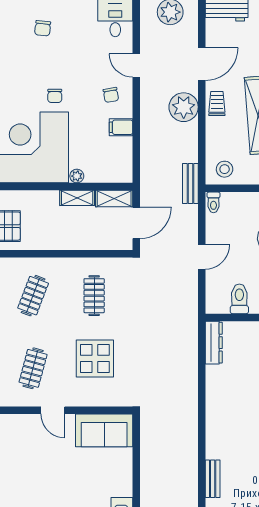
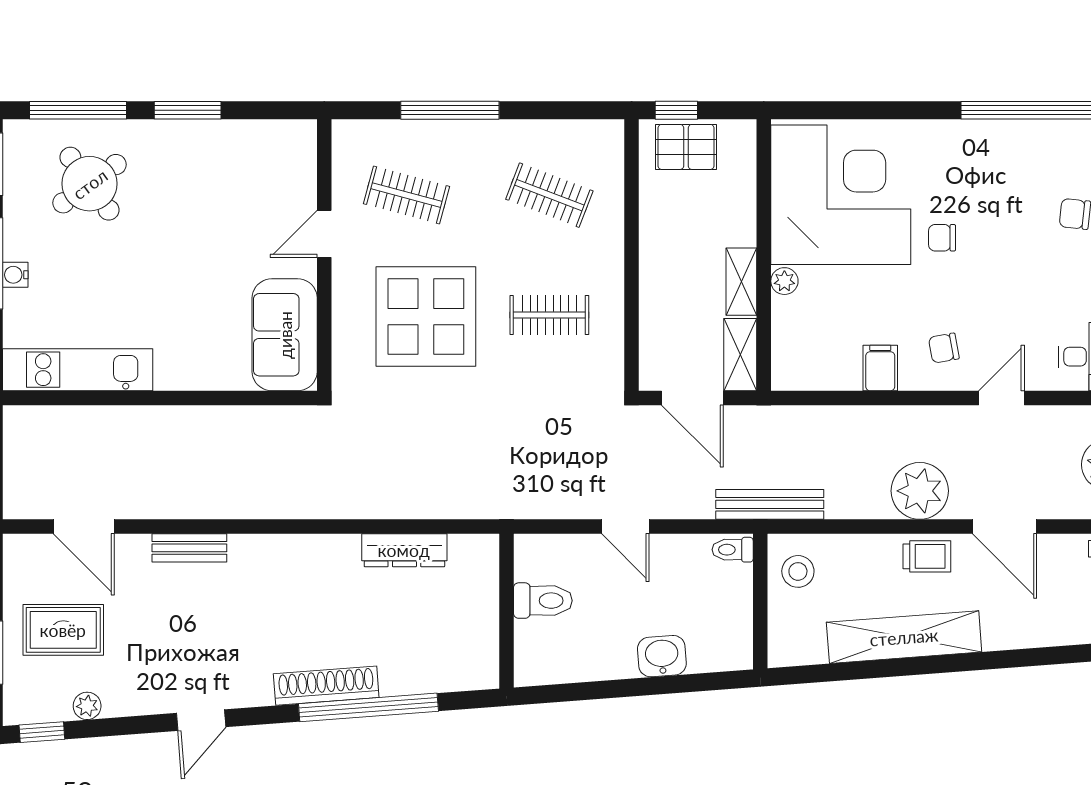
bench: (190, 183) -> (770, 504), width x1.36
dresser: (214, 343) -> (404, 550), moved
display table: (95, 358) -> (426, 317), width x1.36, depth x1.36

